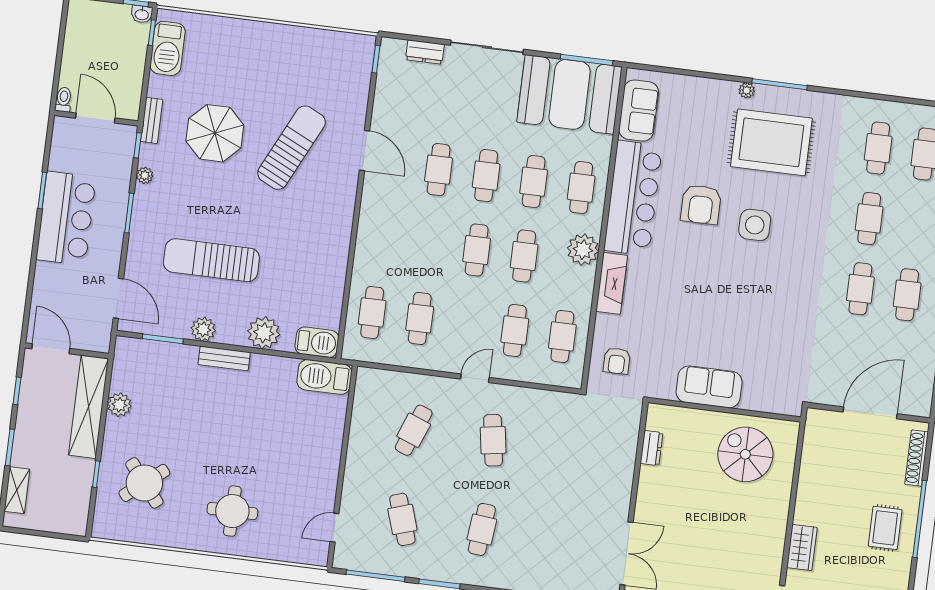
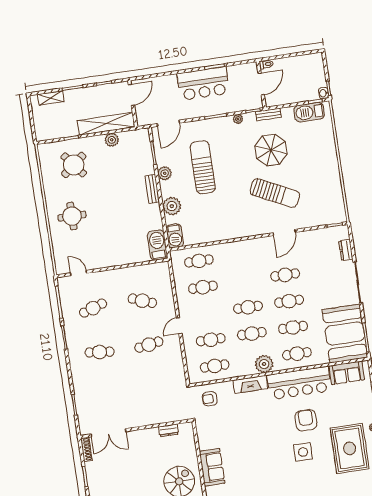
armchair: (701, 204) -> (306, 420), turned 90
door: (475, 378) -> (179, 326), swing flipped
sofa: (709, 387) -> (212, 467), moved

